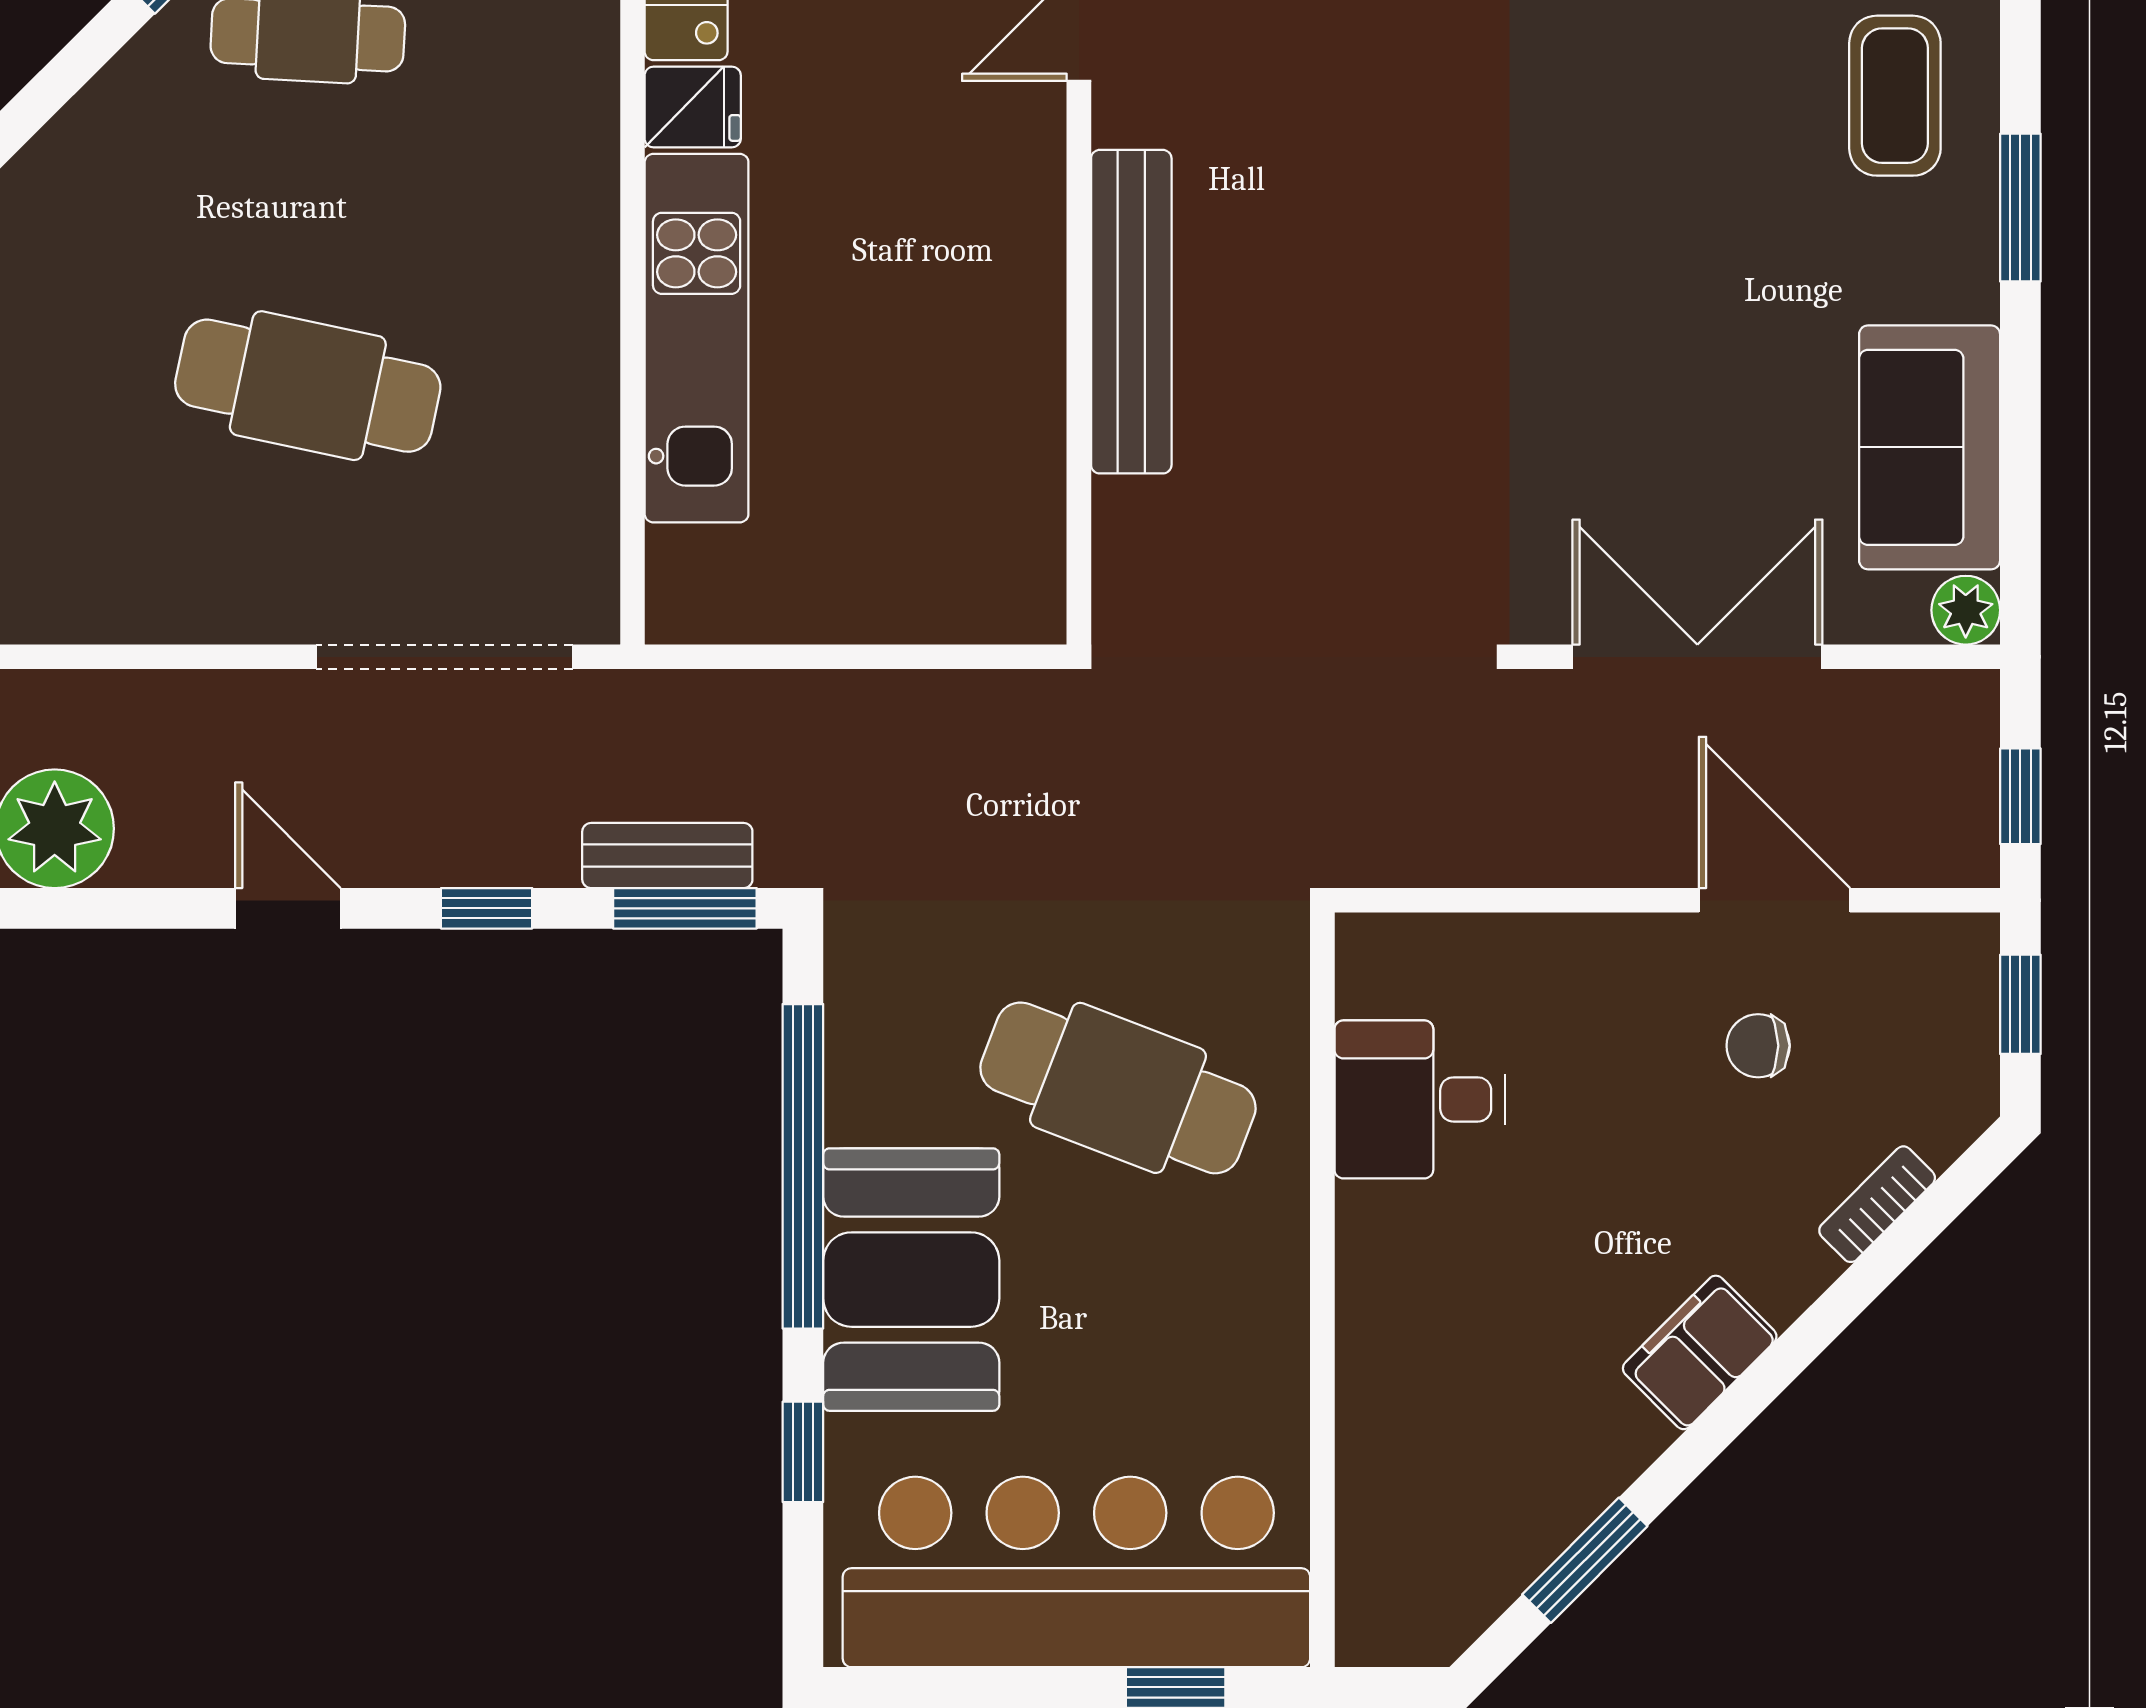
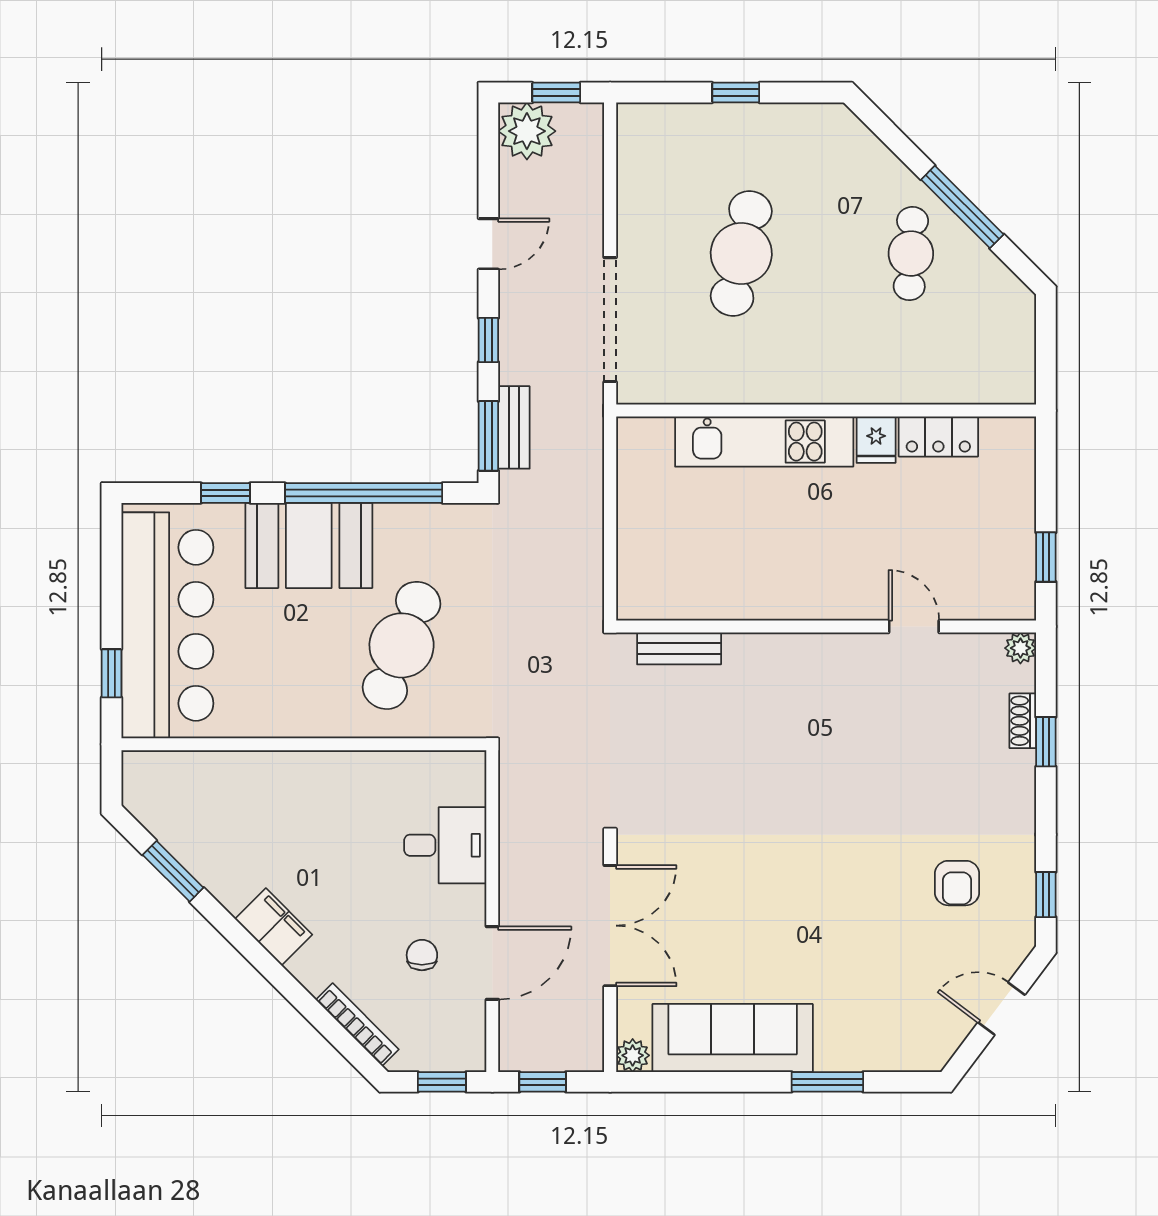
coffee table: (1895, 96) -> (881, 1021), removed
bench: (1131, 312) -> (679, 648), moved, width x0.54, depth x0.82
sofa: (1930, 447) -> (733, 1038), width x1.36
desk: (1420, 1099) -> (445, 845), moved, turned 90
bookcase: (1877, 1204) -> (357, 1025), width x1.56

